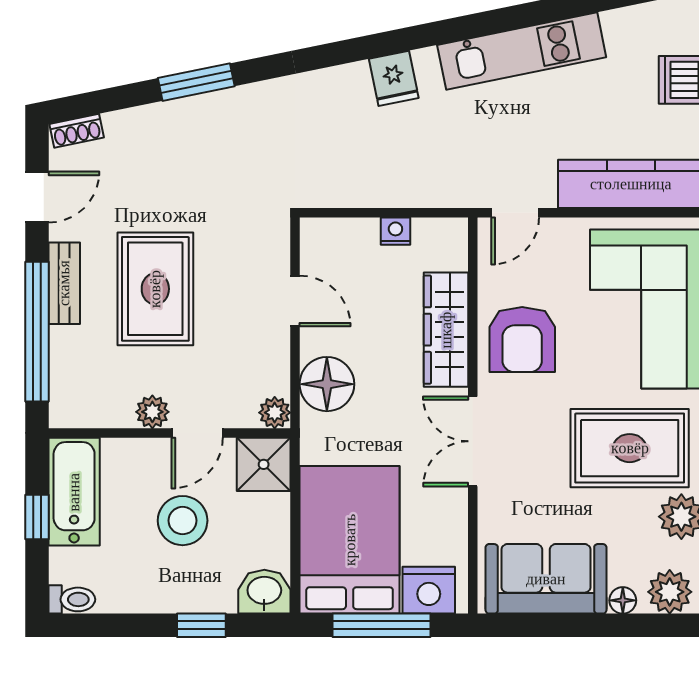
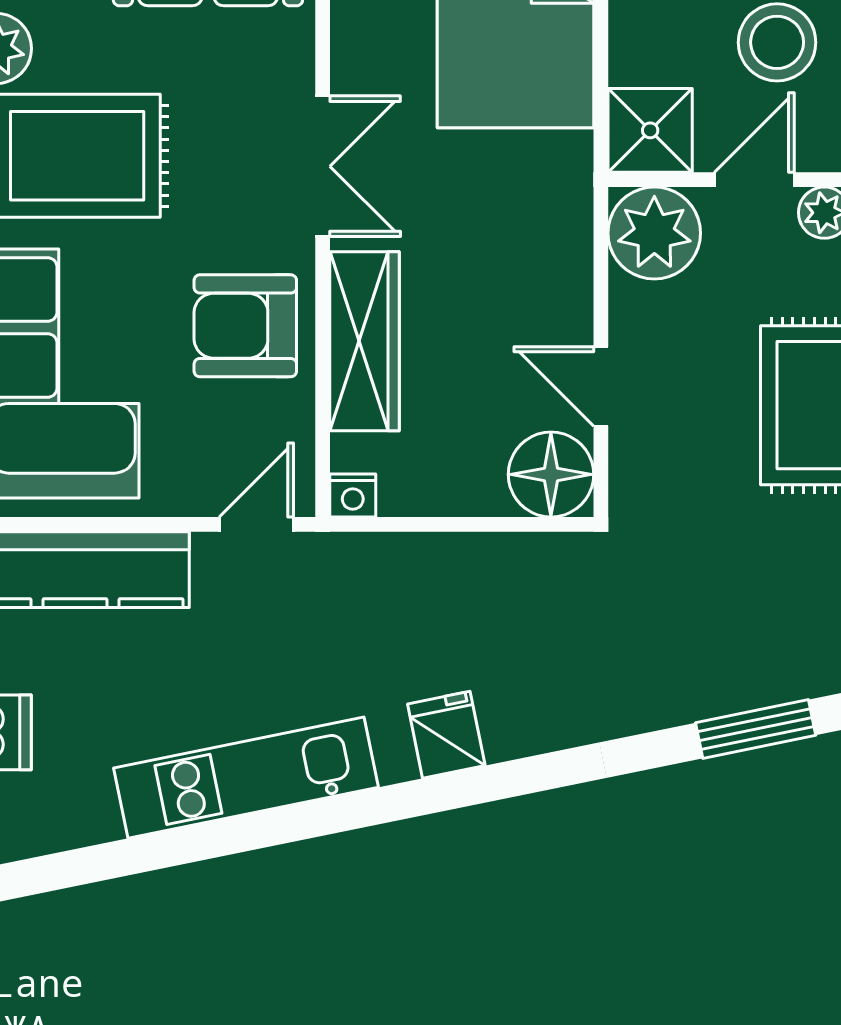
nightstand: (395, 231) -> (353, 496), moved
armchair: (522, 340) -> (245, 326), turned -90
floor lamp: (327, 384) -> (551, 474), moved
plant: (275, 413) -> (654, 233), width x1.88, depth x1.88

